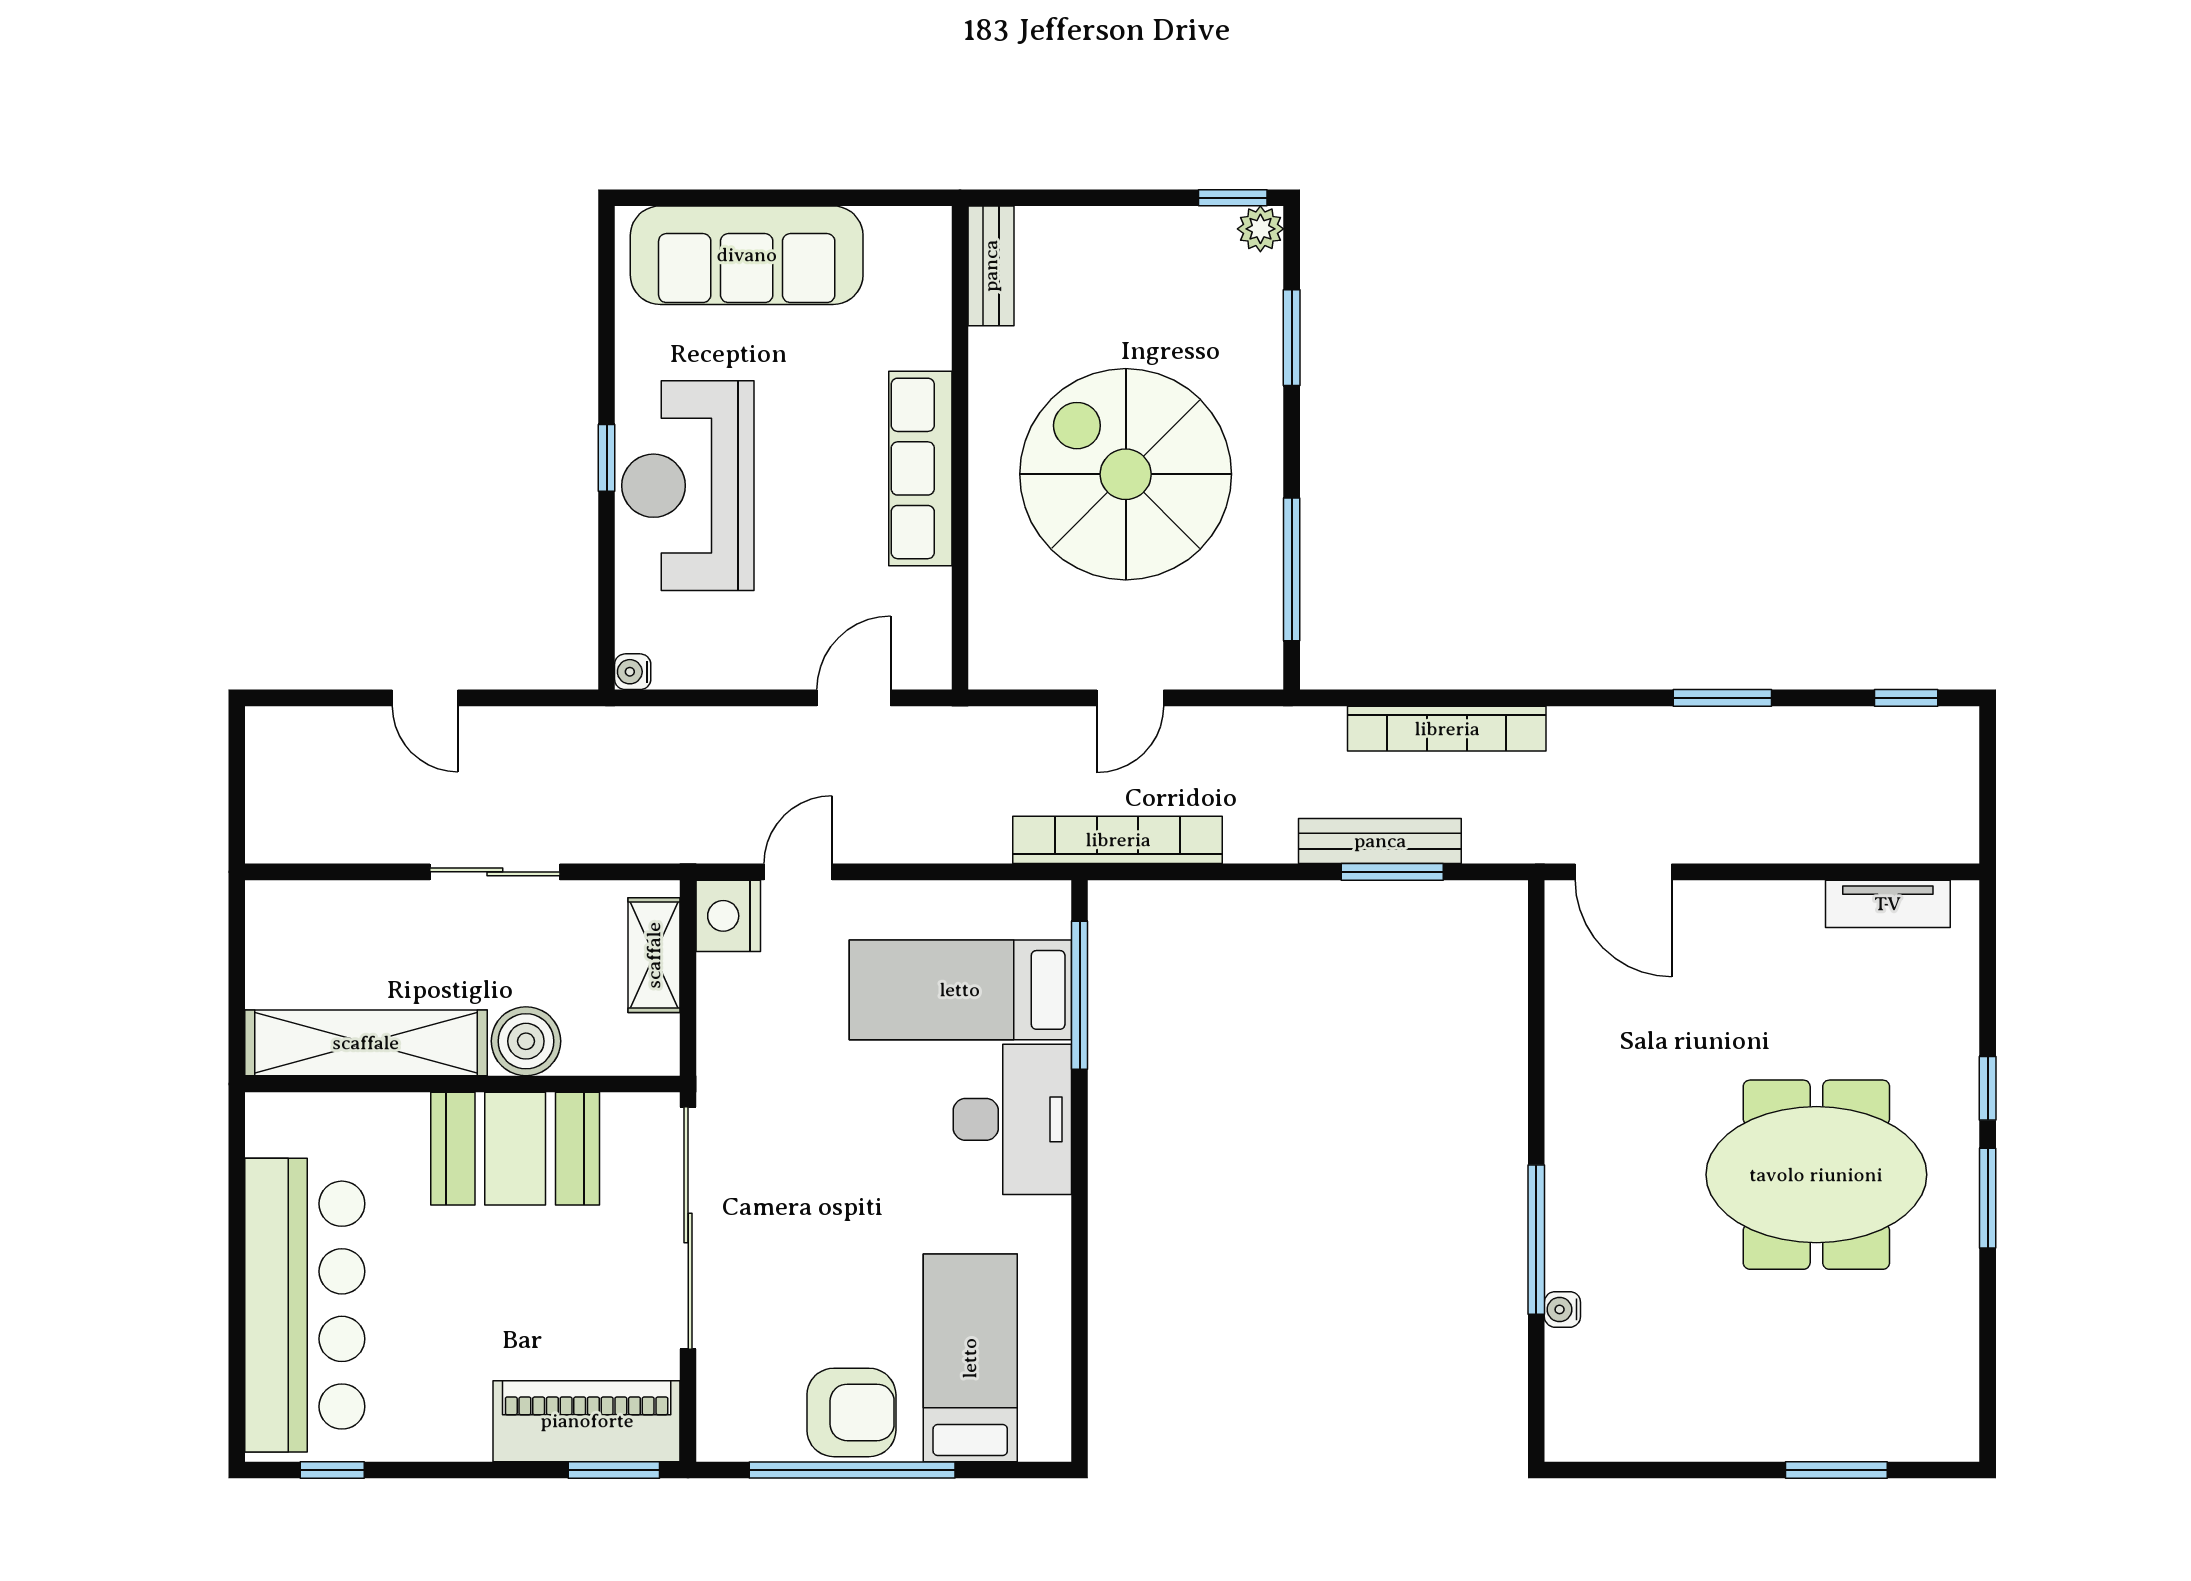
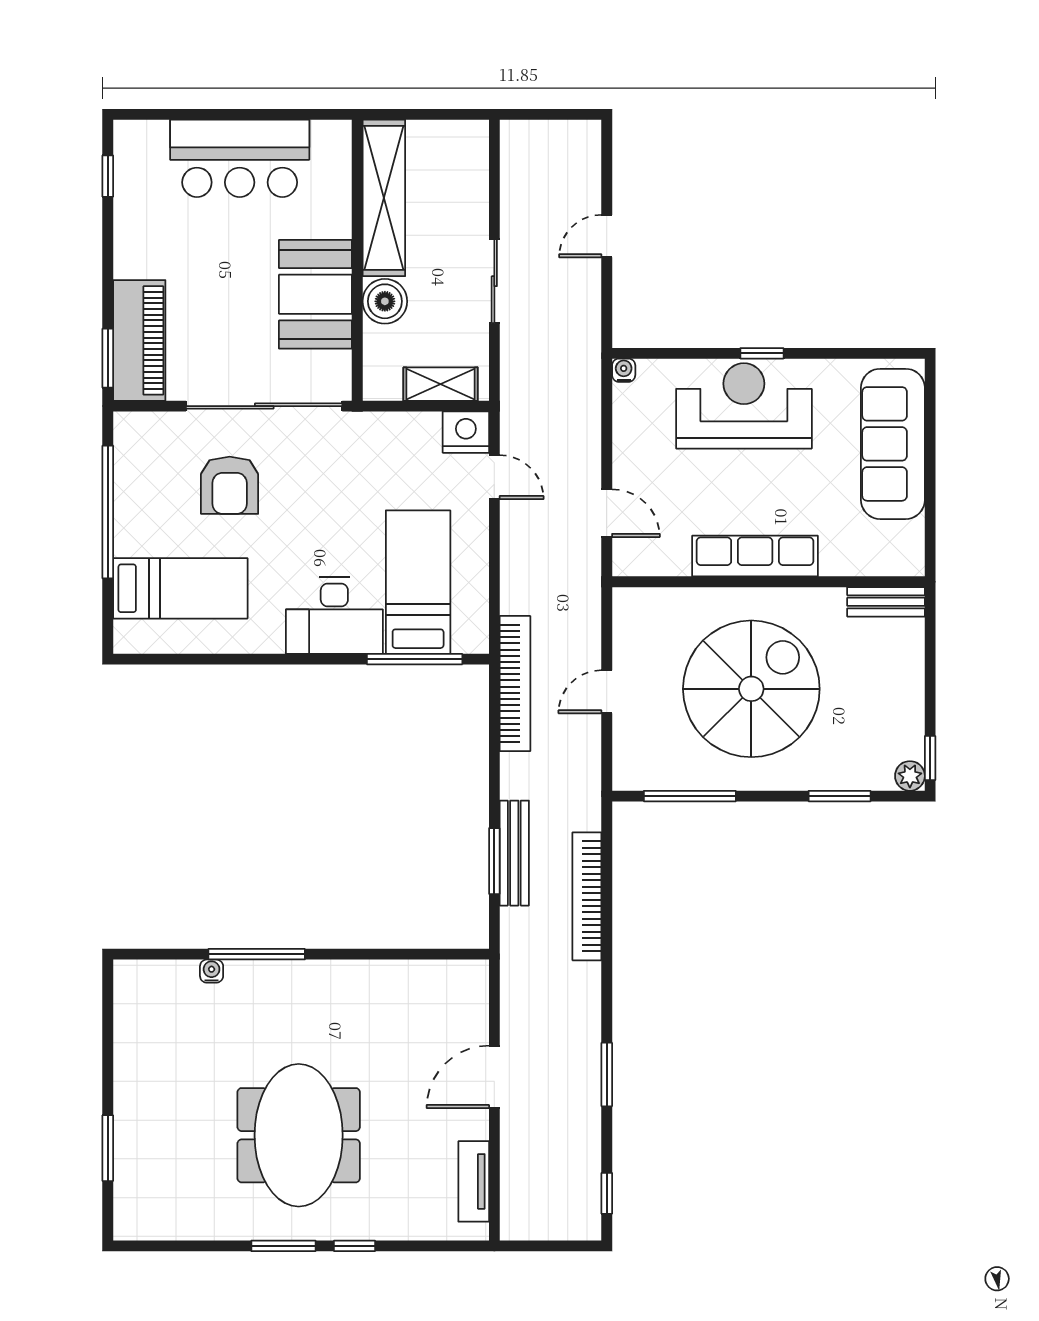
door: (1130, 698) -> (607, 692), hinge flipped
door: (1623, 872) -> (494, 1077), moved
bar counter: (305, 1305) -> (240, 158), width x0.73
armchair: (851, 1412) -> (230, 485), moved

